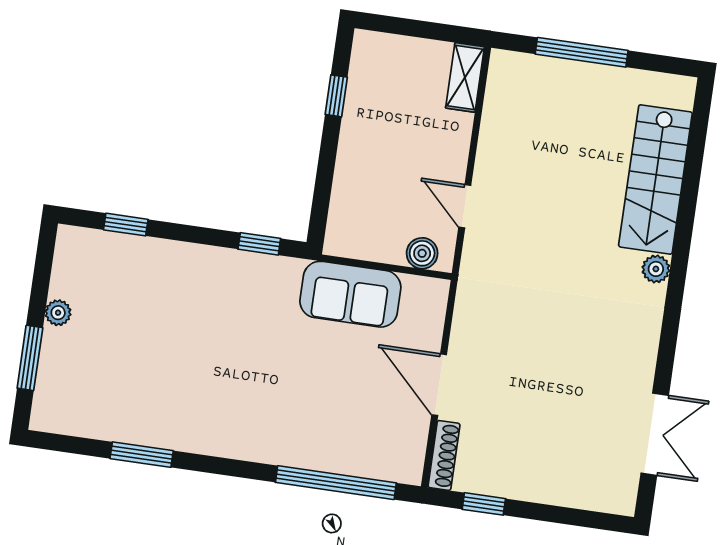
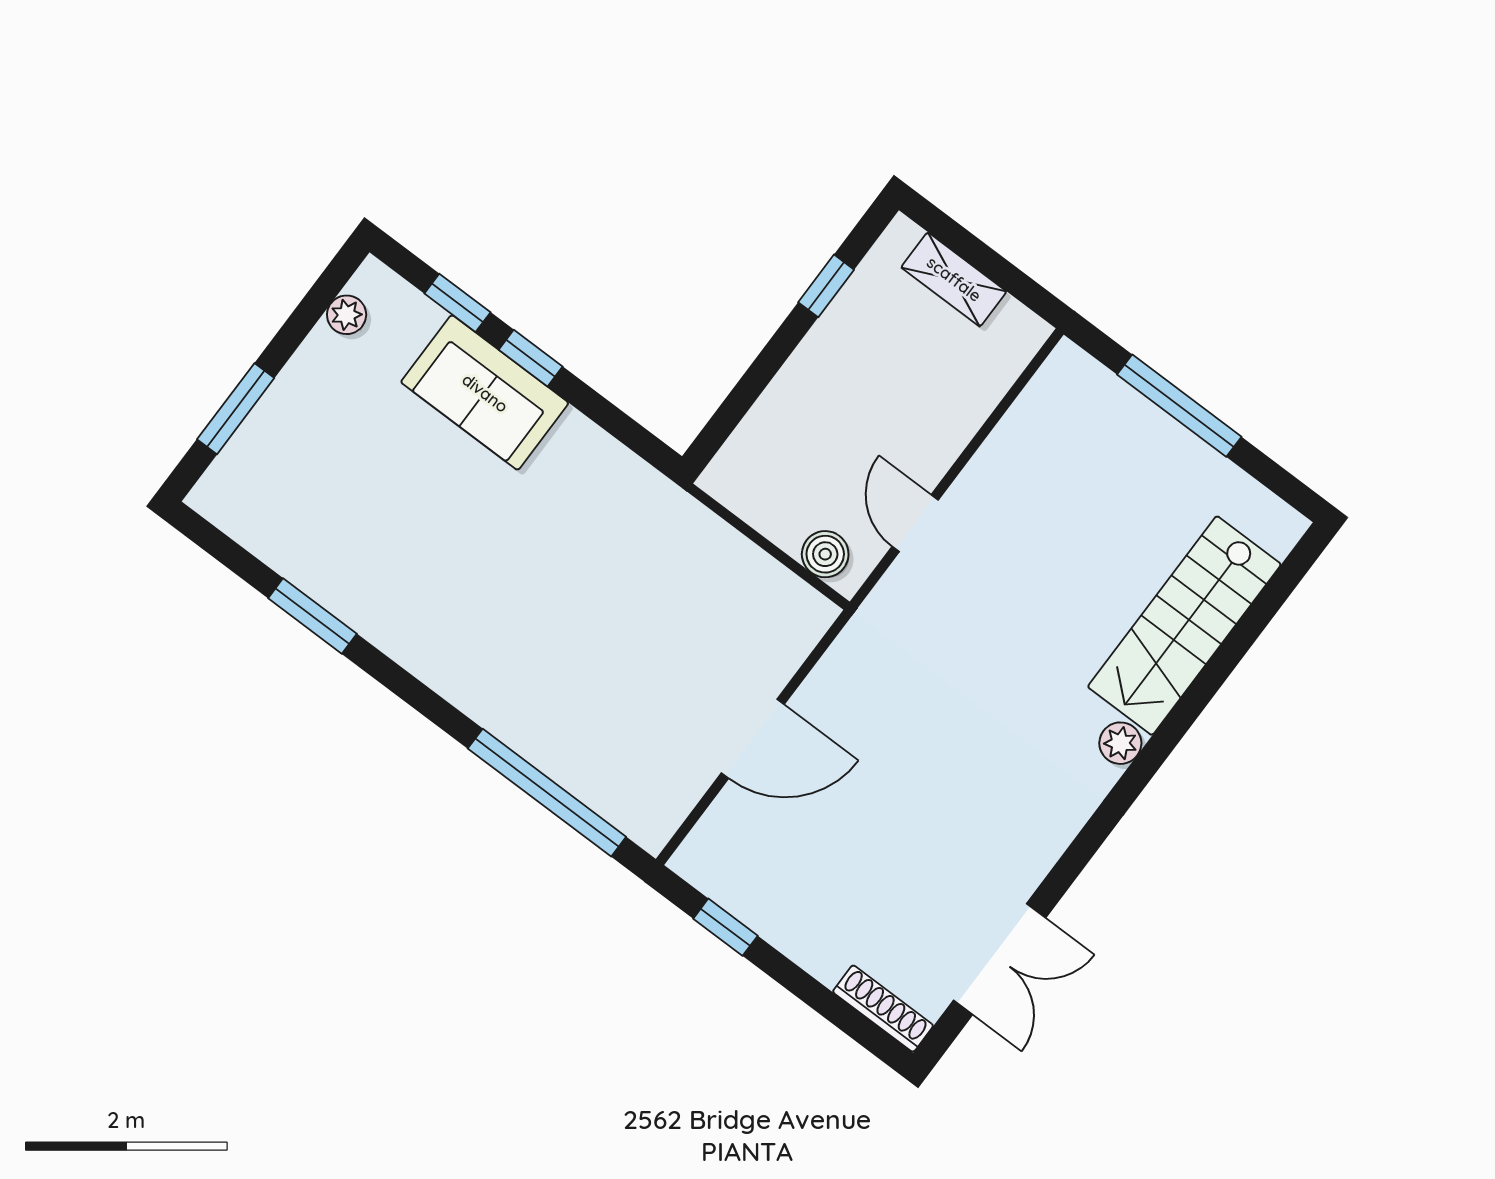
shelving: (465, 77) -> (954, 279), moved, turned 90
window: (259, 244) -> (531, 358), moved
sofa: (350, 294) -> (485, 393), moved
plant: (58, 313) -> (347, 315), moved
door: (439, 385) -> (753, 739), swing flipped
shoe rack: (444, 455) -> (883, 1009), moved, turned -90

